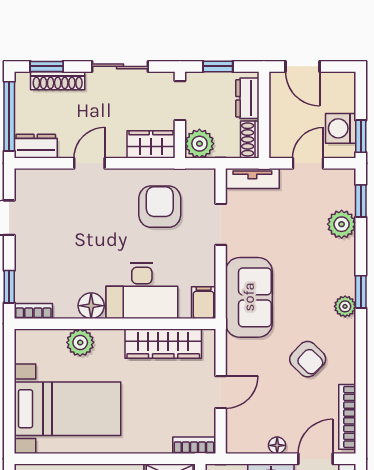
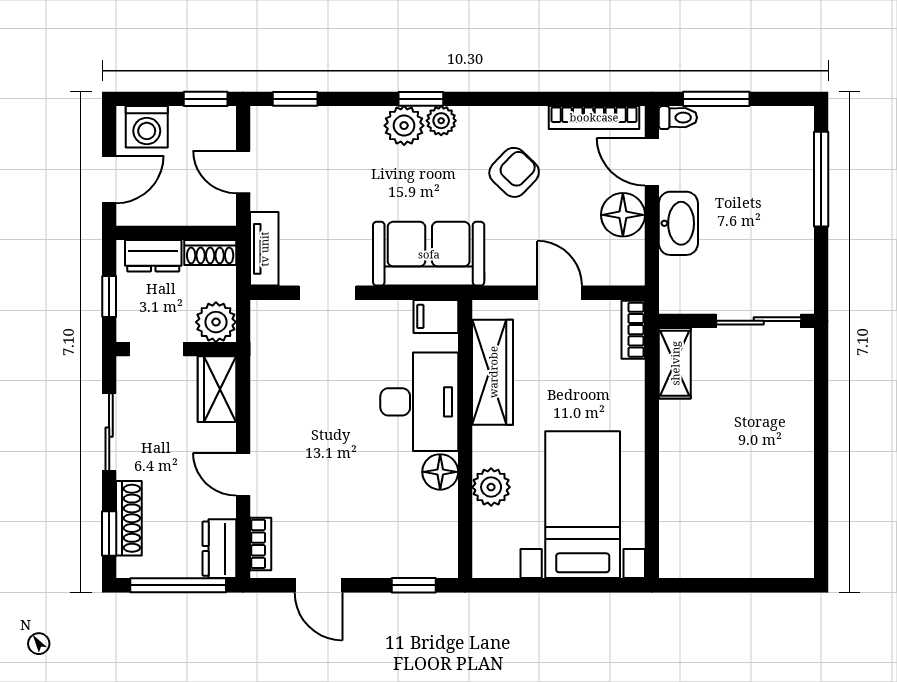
washing machine: (341, 128) -> (147, 127), moved
armchair: (160, 207) -> (303, 377), removed
plant: (342, 224) -> (404, 126), moved
bookcase: (33, 311) -> (261, 544), moved, turned 180
floor lamp: (277, 445) -> (623, 215), width x1.89, depth x1.89

